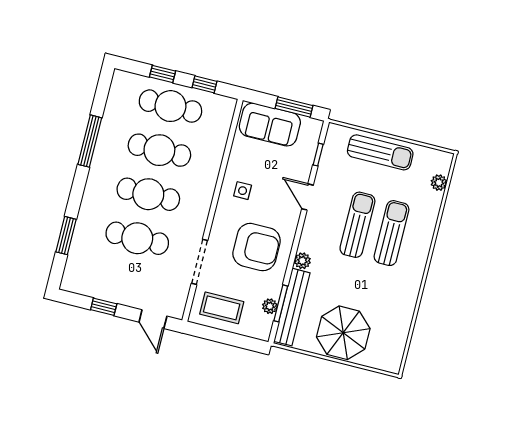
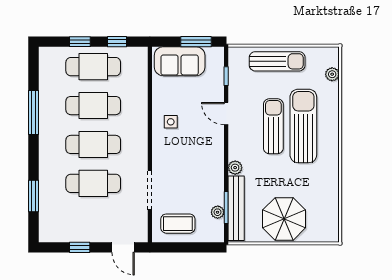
sun lounger: (392, 233) -> (303, 126), width x1.36, depth x1.34
armchair: (257, 247) -> (194, 166), removed

